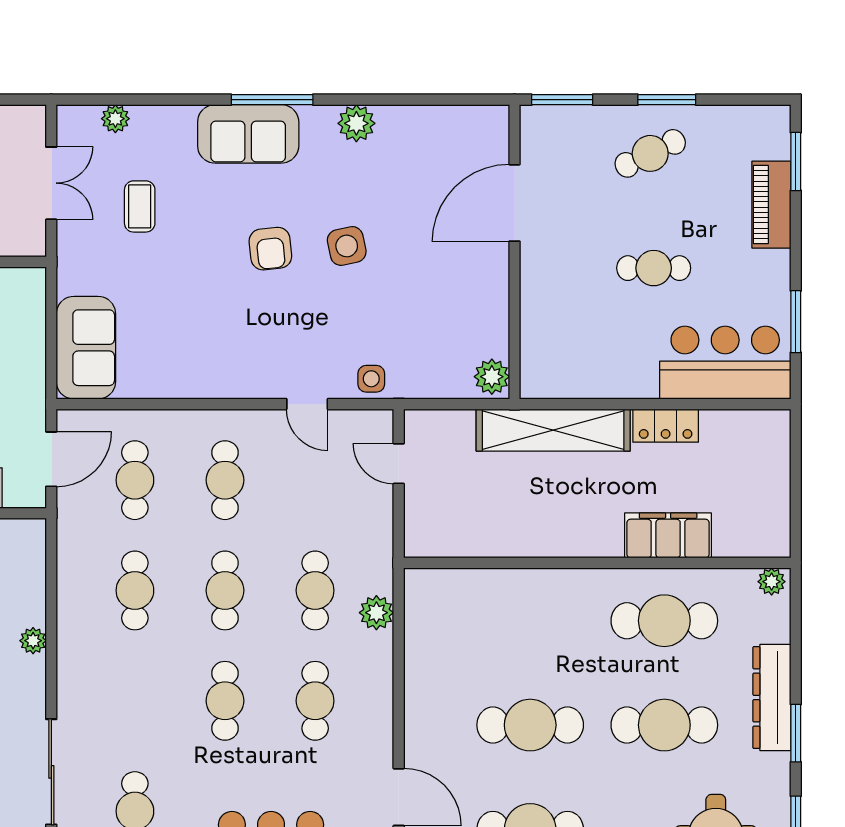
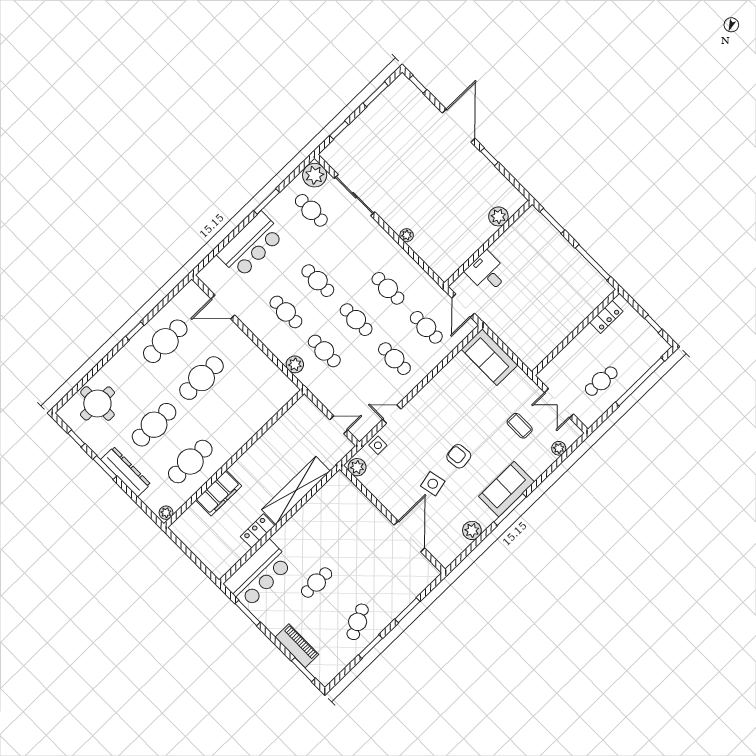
door: (515, 203) -> (409, 537), moved
wall: (515, 252) -> (392, 519), moved
plant: (492, 377) -> (357, 467), moved

